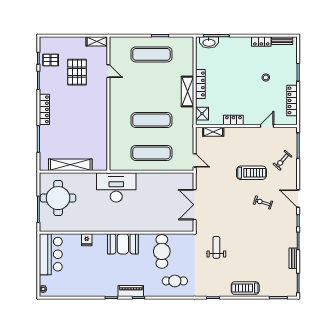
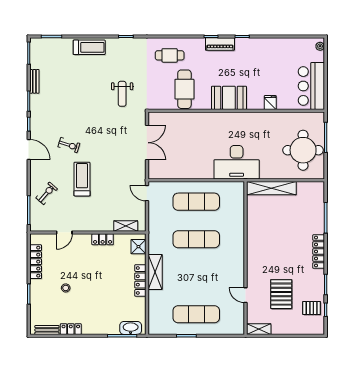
shelving: (70, 165) -> (271, 188), moved
treadmill: (251, 173) -> (82, 179), turned 90

